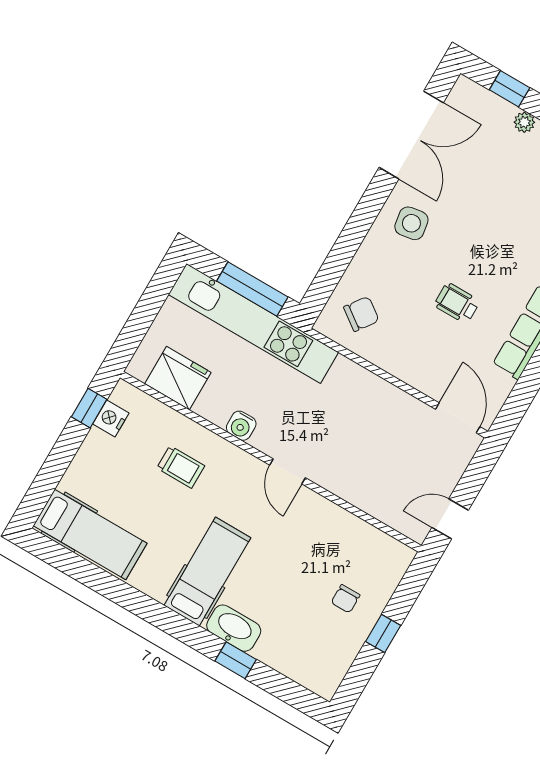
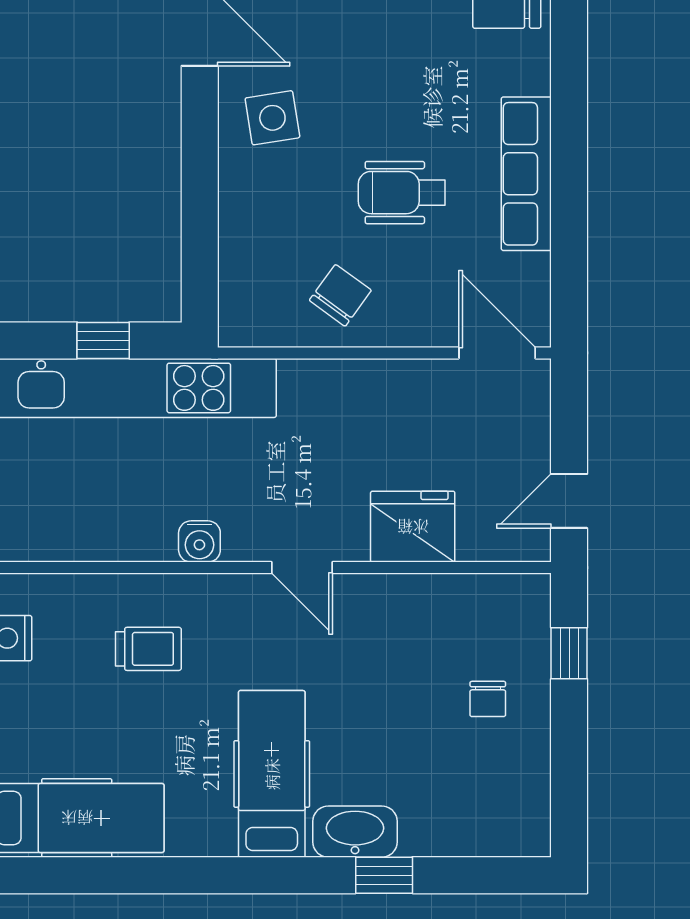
window: (252, 289) -> (103, 340), width x0.46
wheelchair: (457, 303) -> (402, 193), width x1.36, depth x1.37
chair: (361, 314) -> (340, 295), moved
fridge: (178, 378) -> (413, 527), moved
window: (383, 634) -> (569, 653), moved

